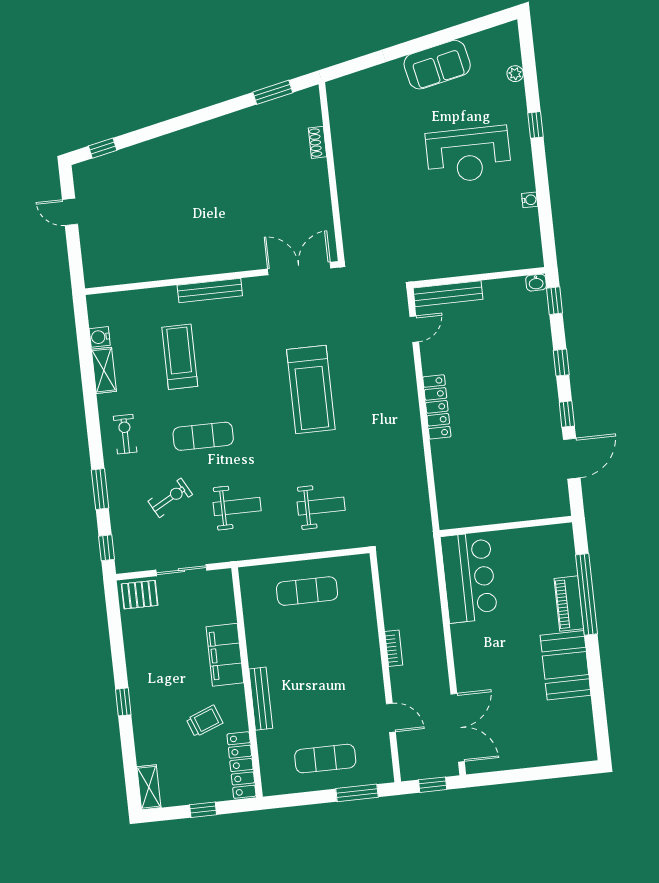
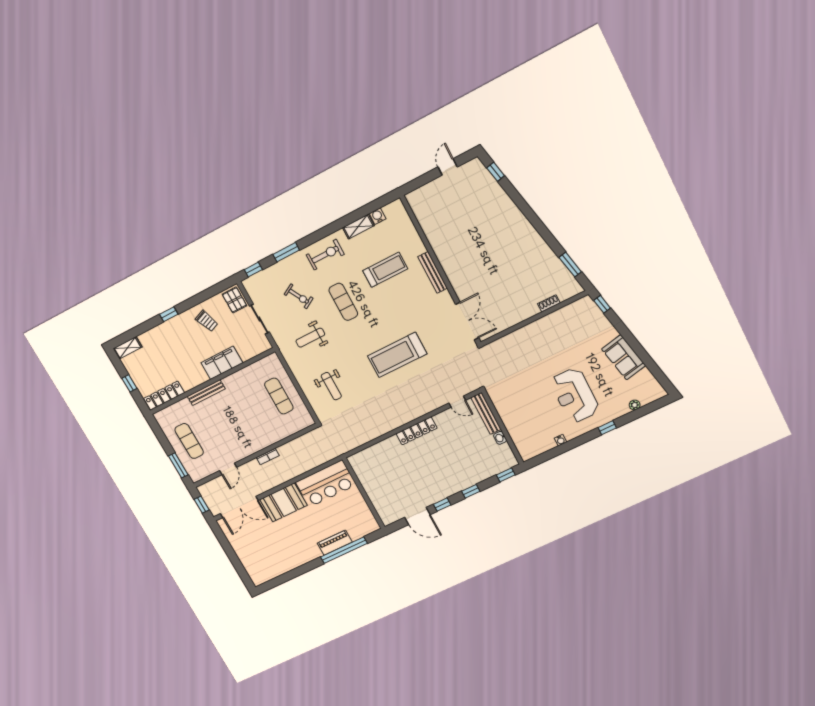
window: (347, 68) -> (602, 304), added
washbasin: (536, 283) -> (500, 438), moved
exercise bike: (125, 434) -> (325, 255), width x1.38, depth x1.39
weight bench: (237, 507) -> (310, 338), turned 90
booth: (566, 665) -> (283, 502), moved
trolley: (205, 721) -> (207, 321), moved

